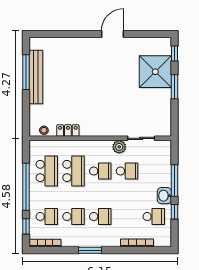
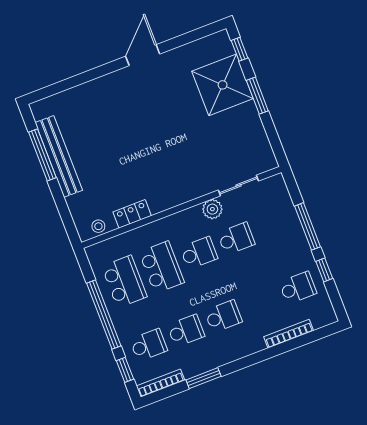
washbasin: (164, 196) -> (302, 253), removed
window: (90, 250) -> (204, 378), moved

